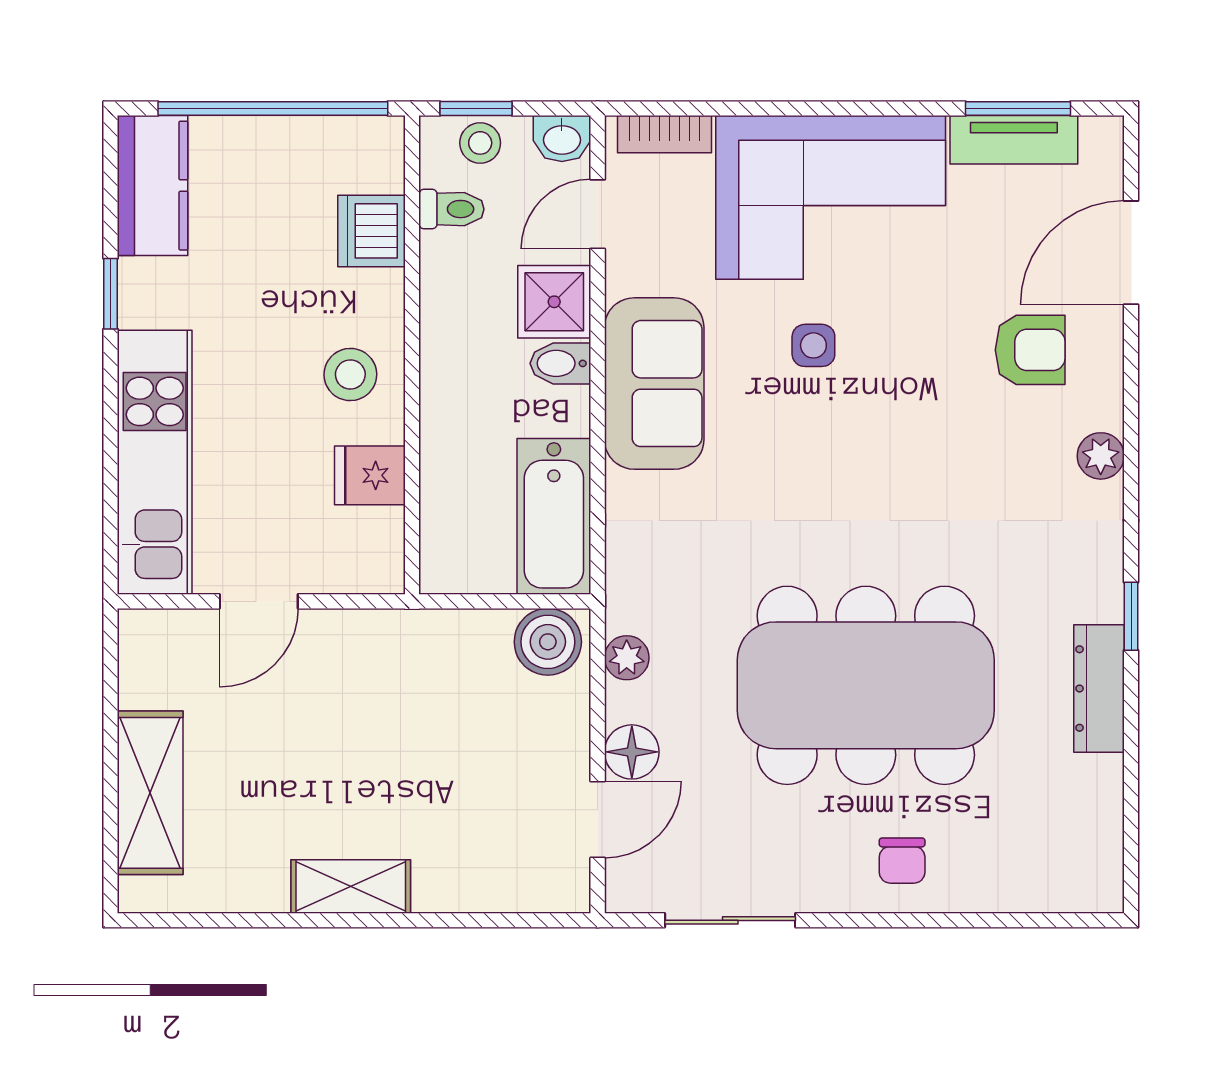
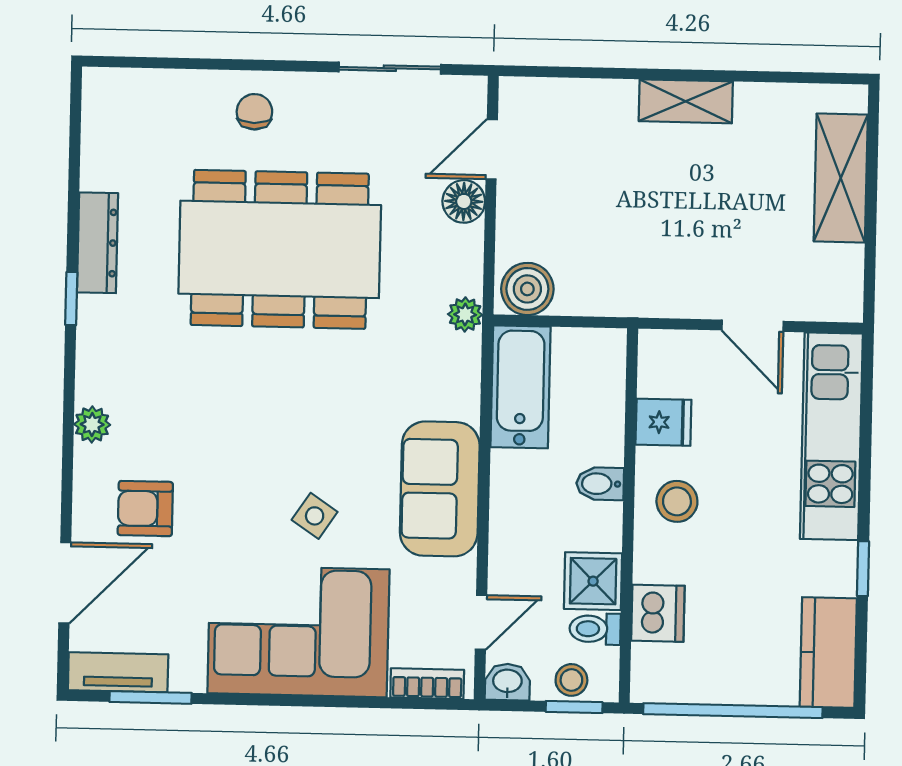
tv unit: (1014, 140) -> (118, 672), moved
shower: (554, 302) -> (593, 581), moved
side table: (813, 345) -> (315, 516), turned 34
bidet: (560, 363) -> (600, 484), moved, turned 180
door: (259, 601) -> (753, 326), swing flipped
plant: (627, 658) -> (465, 315), moved

